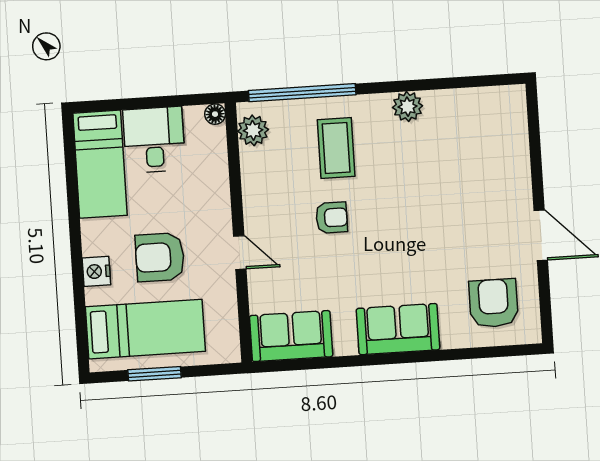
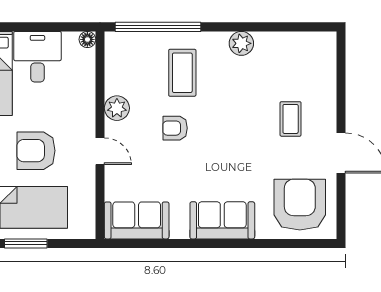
plant: (253, 130) -> (117, 108), moved
coffee table: (475, 197) -> (291, 119), added
armchair: (332, 218) -> (175, 128), turned 180
armchair: (493, 303) -> (300, 205), width x1.36, depth x1.36

